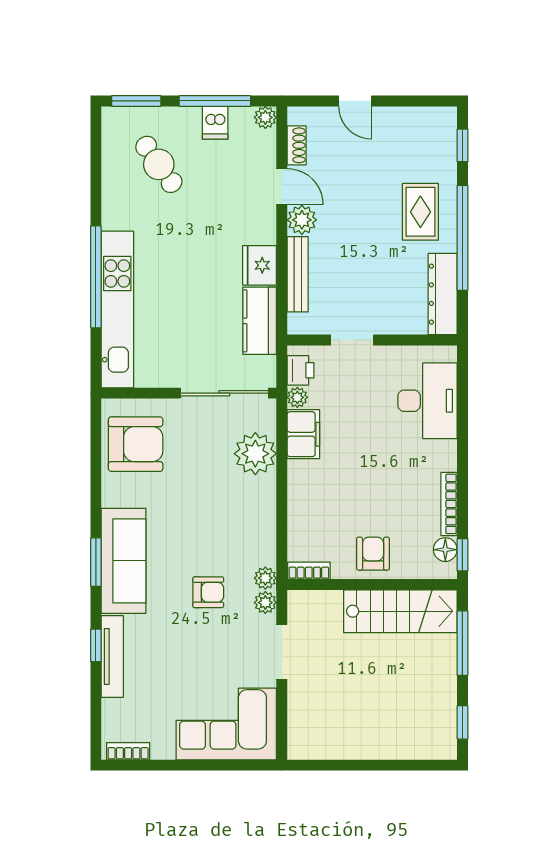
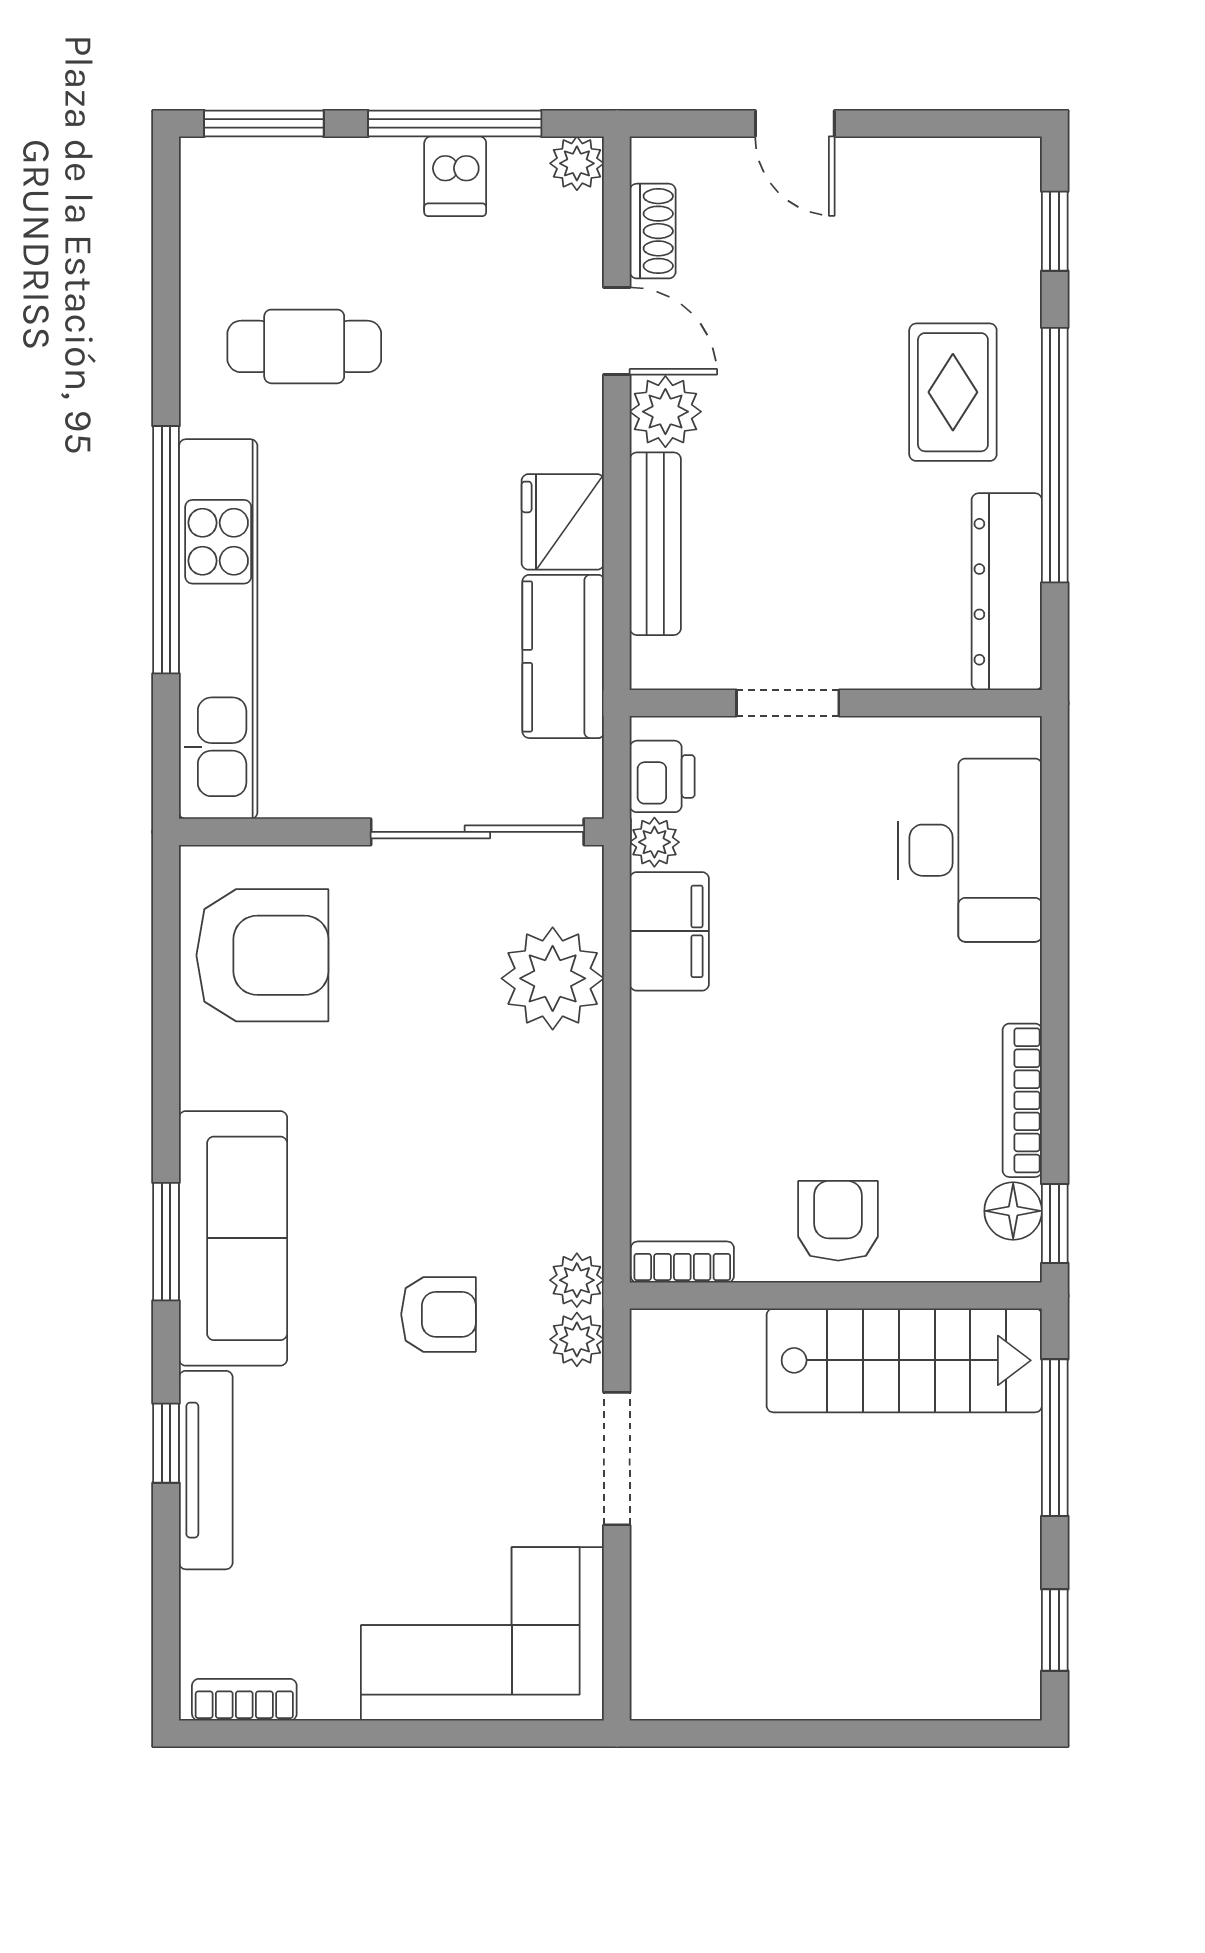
cafe table: (159, 164) -> (304, 346), moved, turned -55

